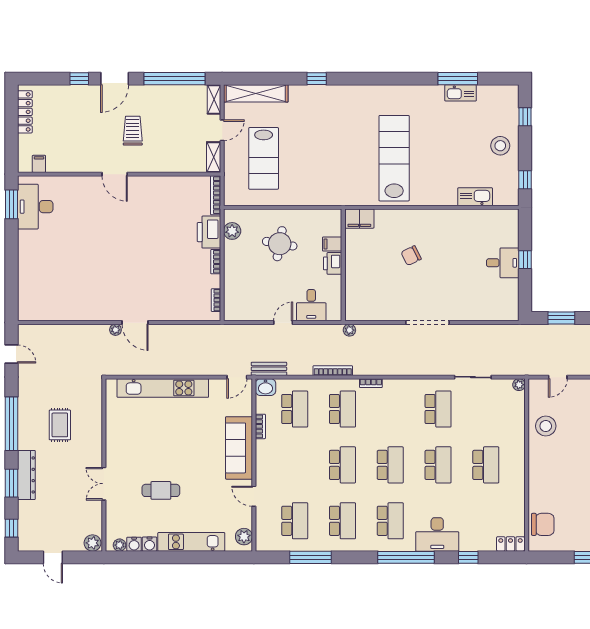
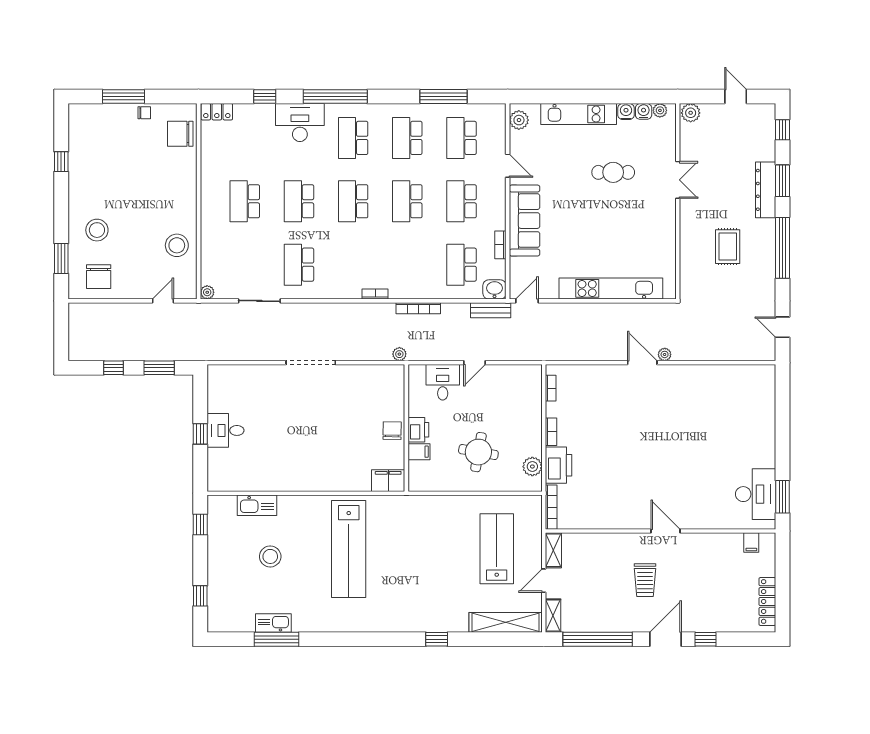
stool: (500, 146) -> (270, 556), moved
chair: (411, 256) -> (392, 431), moved, turned -63
school desk: (342, 409) -> (461, 201), moved
chair: (575, 543) -> (144, 113), added

